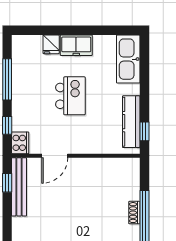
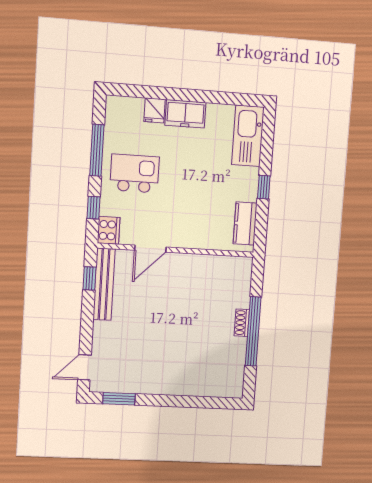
kitchen island: (70, 96) -> (135, 173), moved, turned -90
kitchen counter: (131, 122) -> (245, 223), width x0.67
window: (144, 131) -> (264, 187), moved

